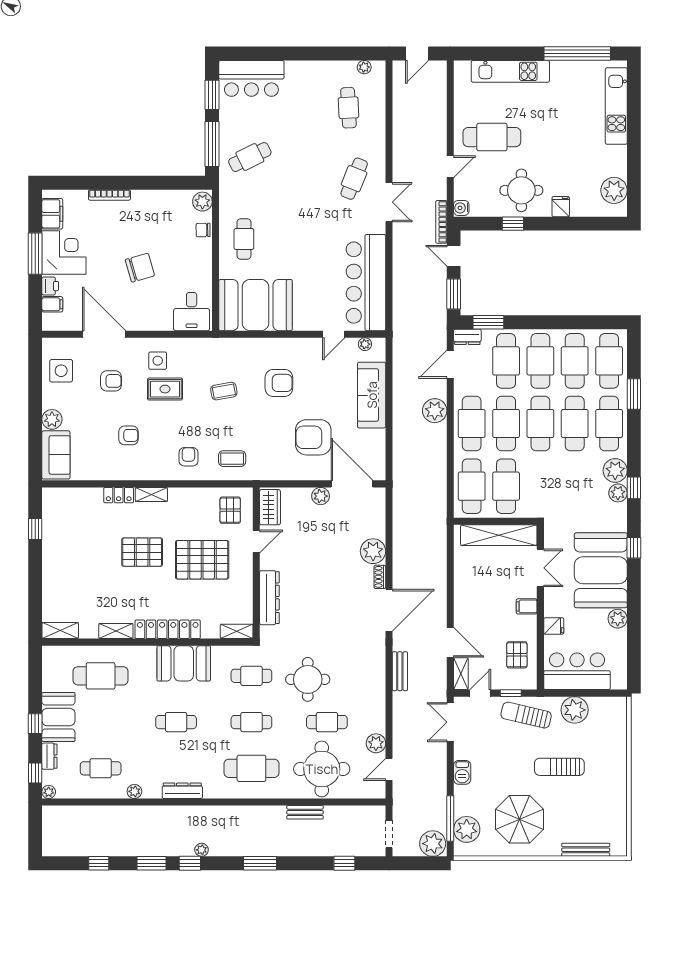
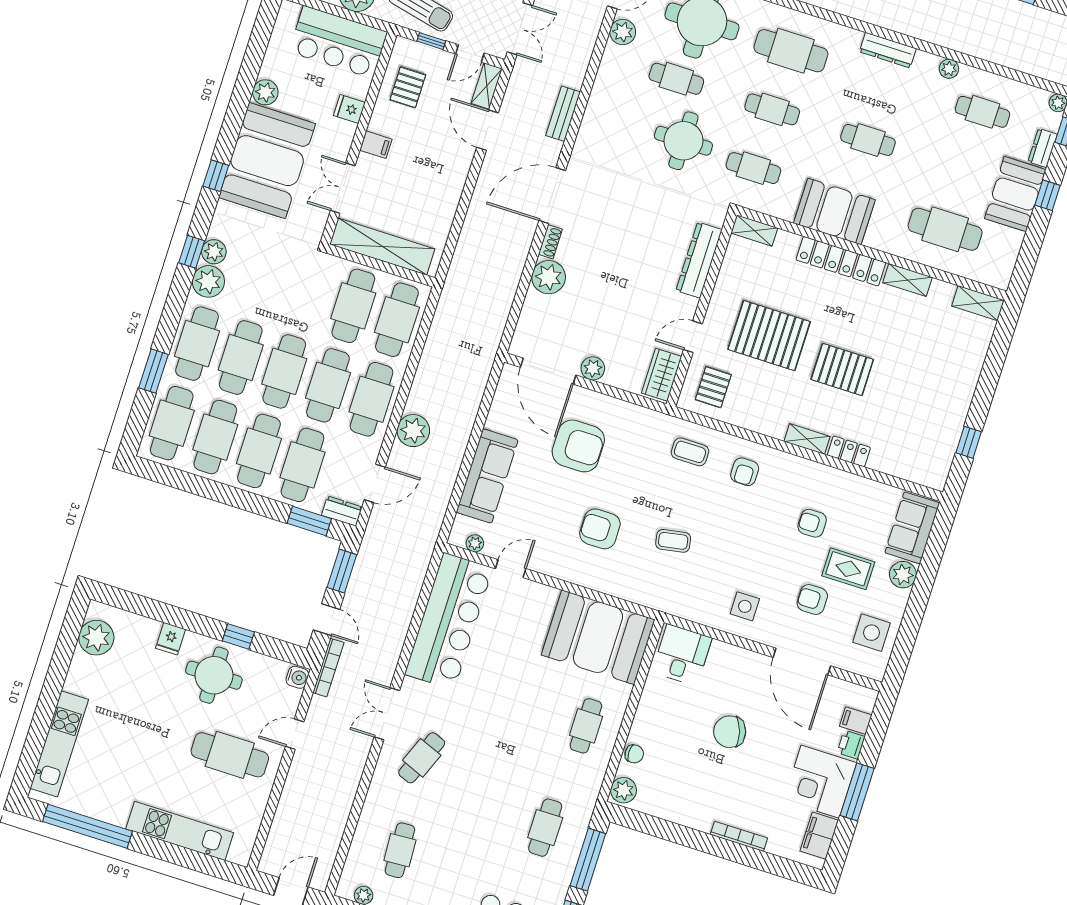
cafe table: (250, 157) -> (545, 828), turned -64
rug: (165, 389) -> (848, 569), moved

